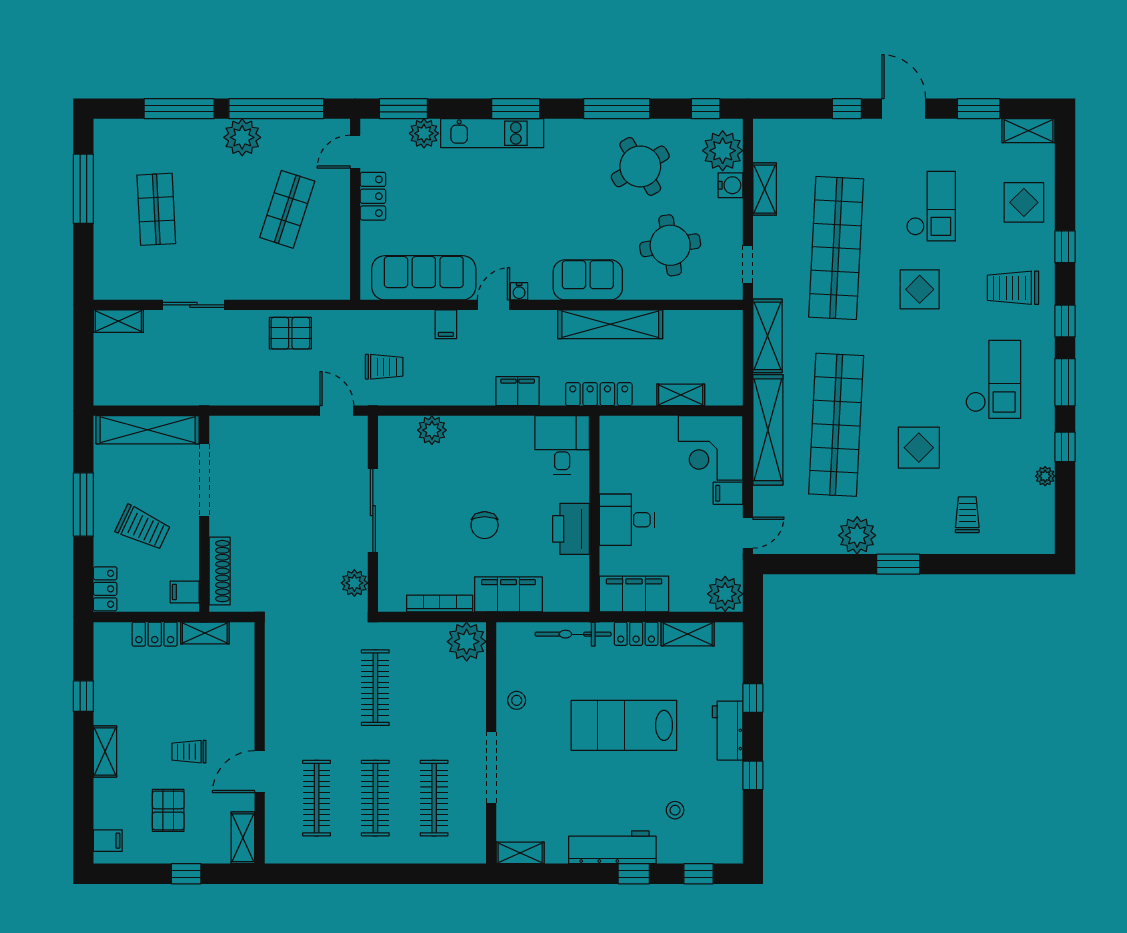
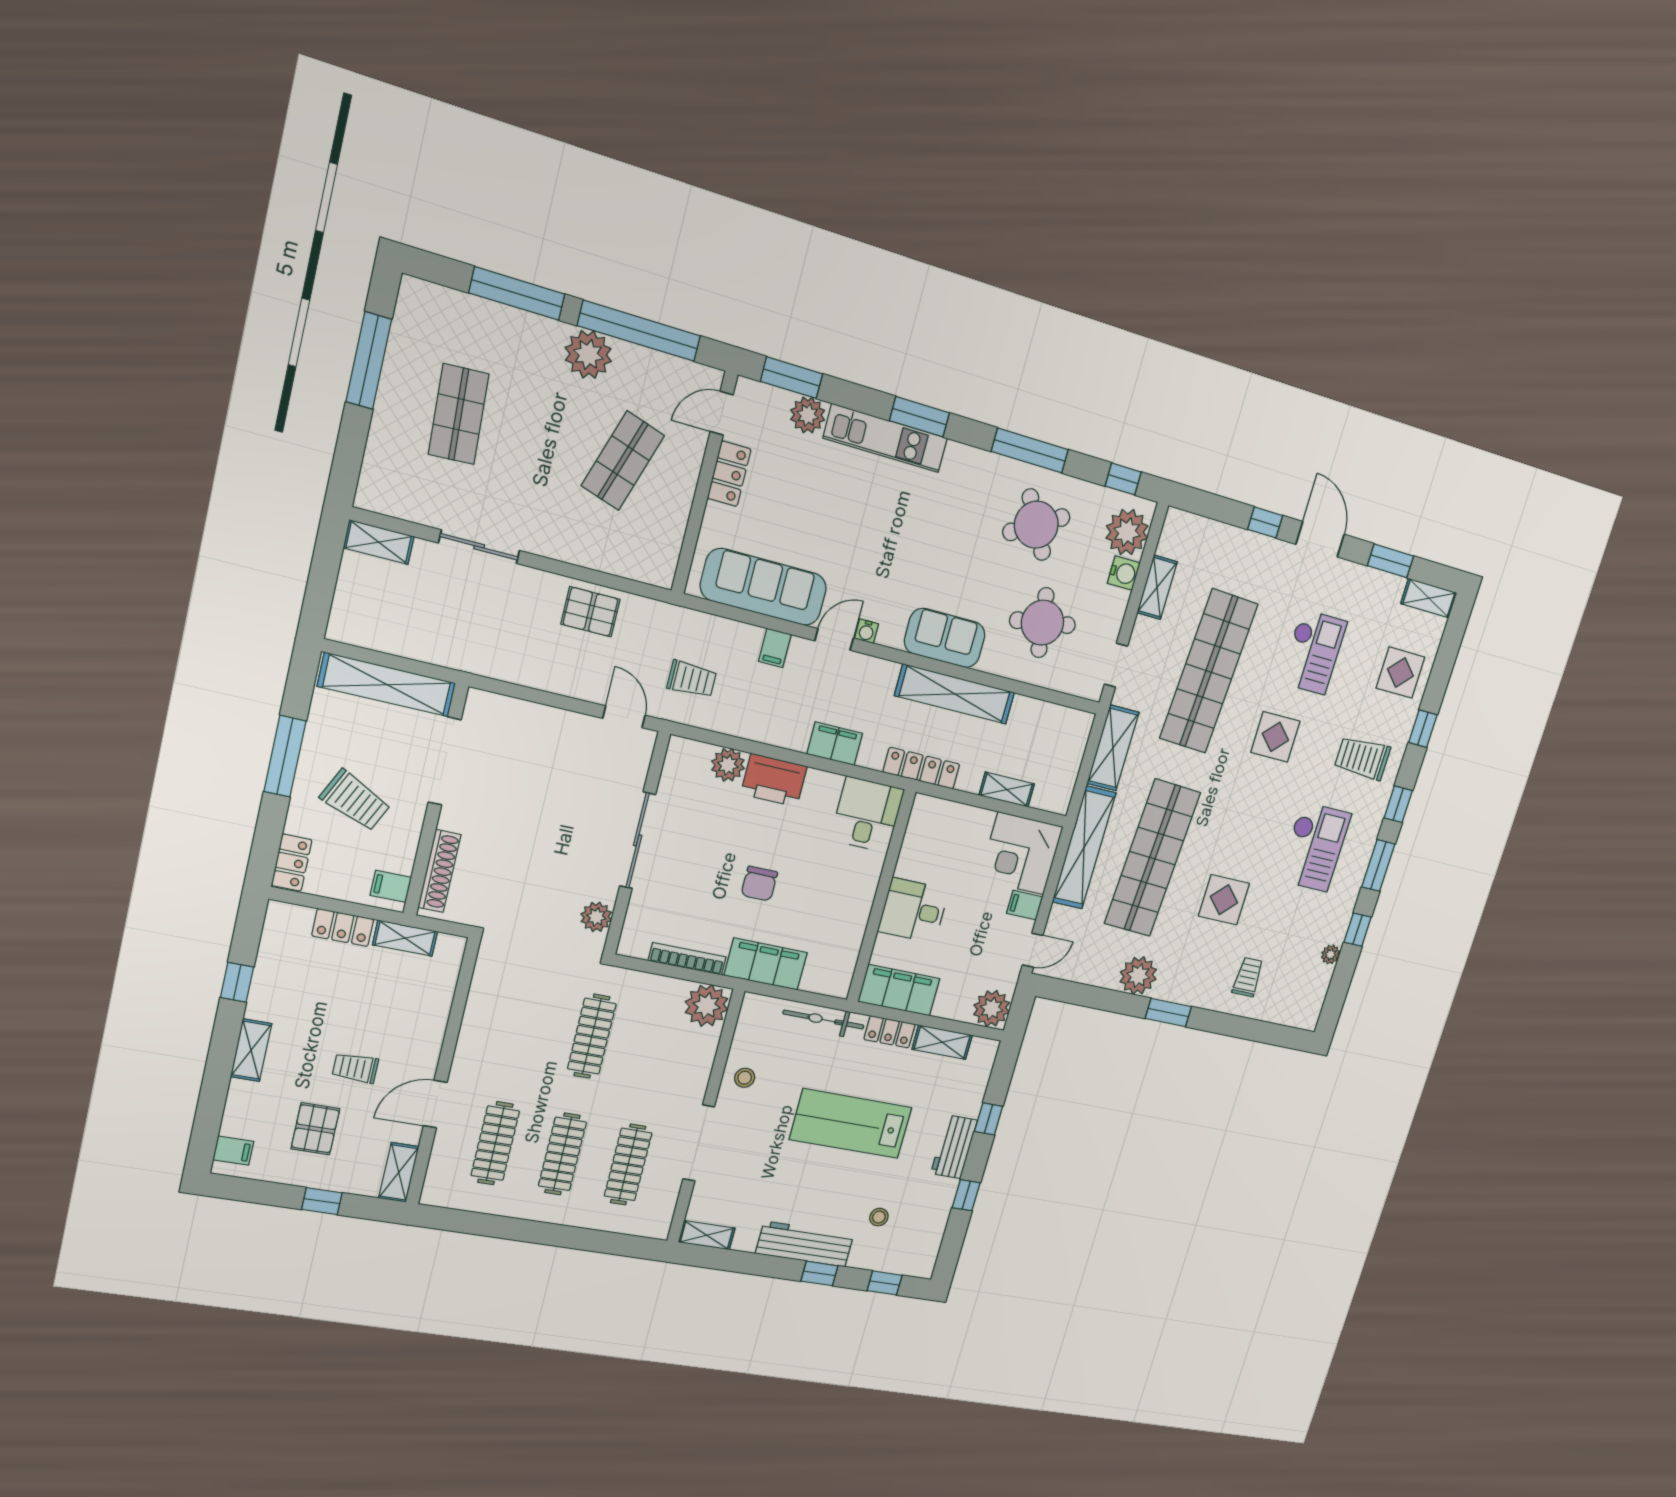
printer: (571, 529) -> (774, 780), moved, turned -90

